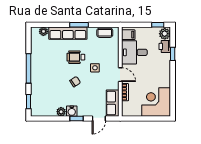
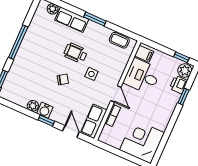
row of seats: (68, 33) -> (72, 20), width x0.68
door: (99, 118) -> (71, 132), swing flipped

